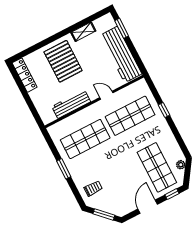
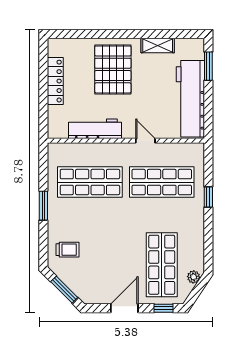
locker: (25, 75) -> (55, 81), moved

